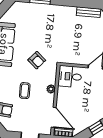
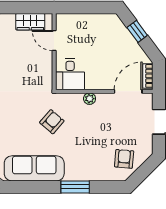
coffee table: (25, 91) -> (95, 134), removed

